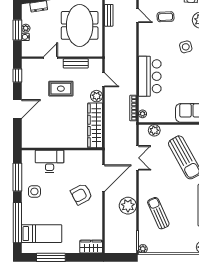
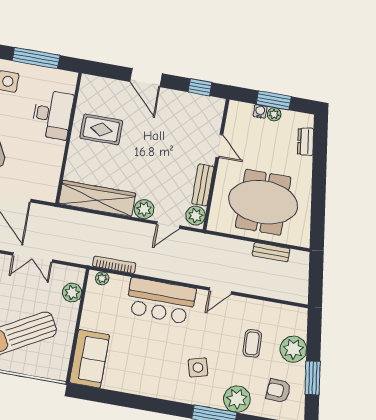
door: (137, 16) -> (220, 291), moved
plant: (95, 65) -> (196, 216), added
rug: (61, 89) -> (101, 129), moved, turned 90

